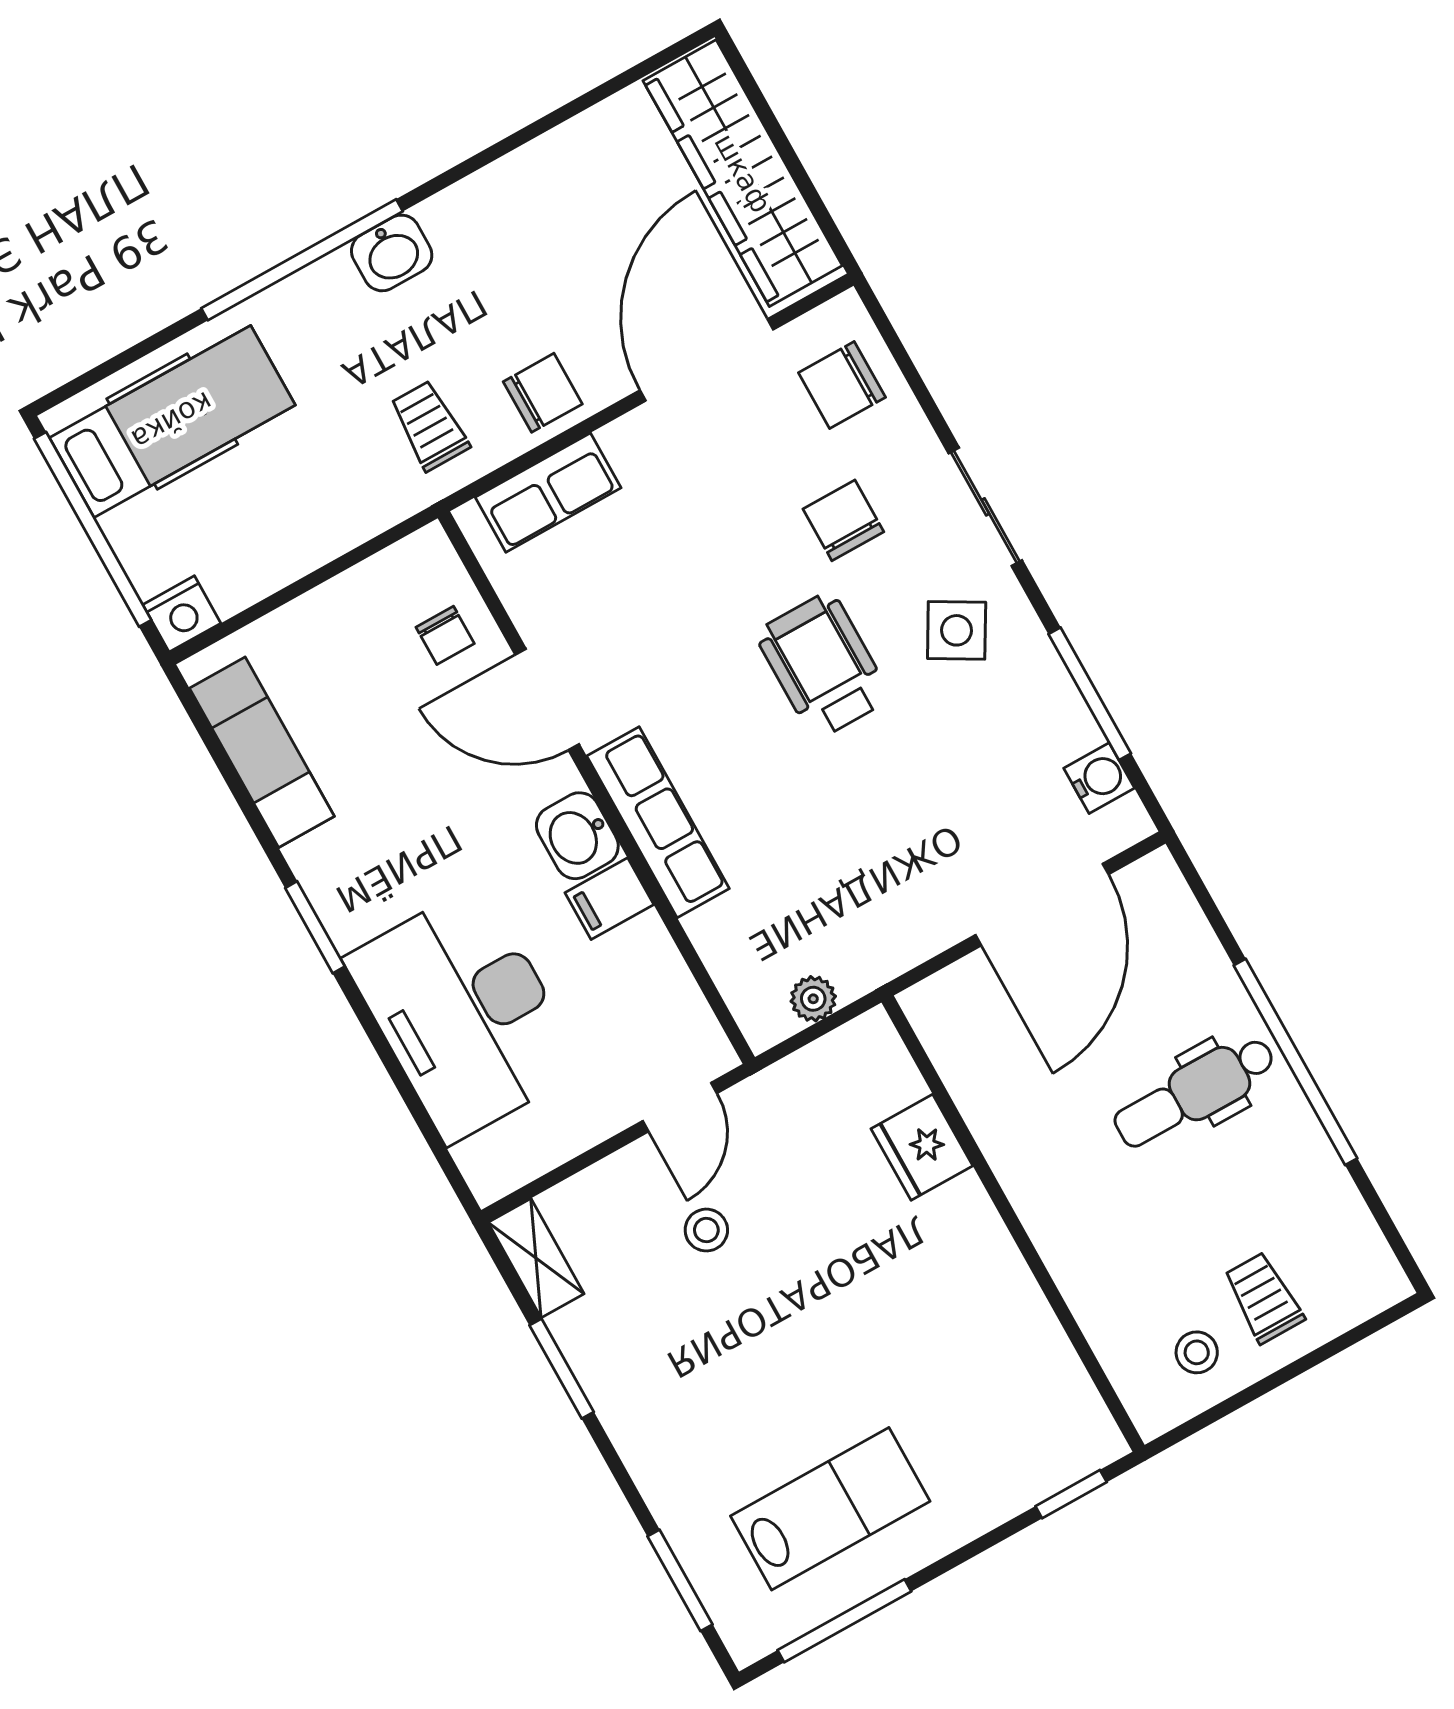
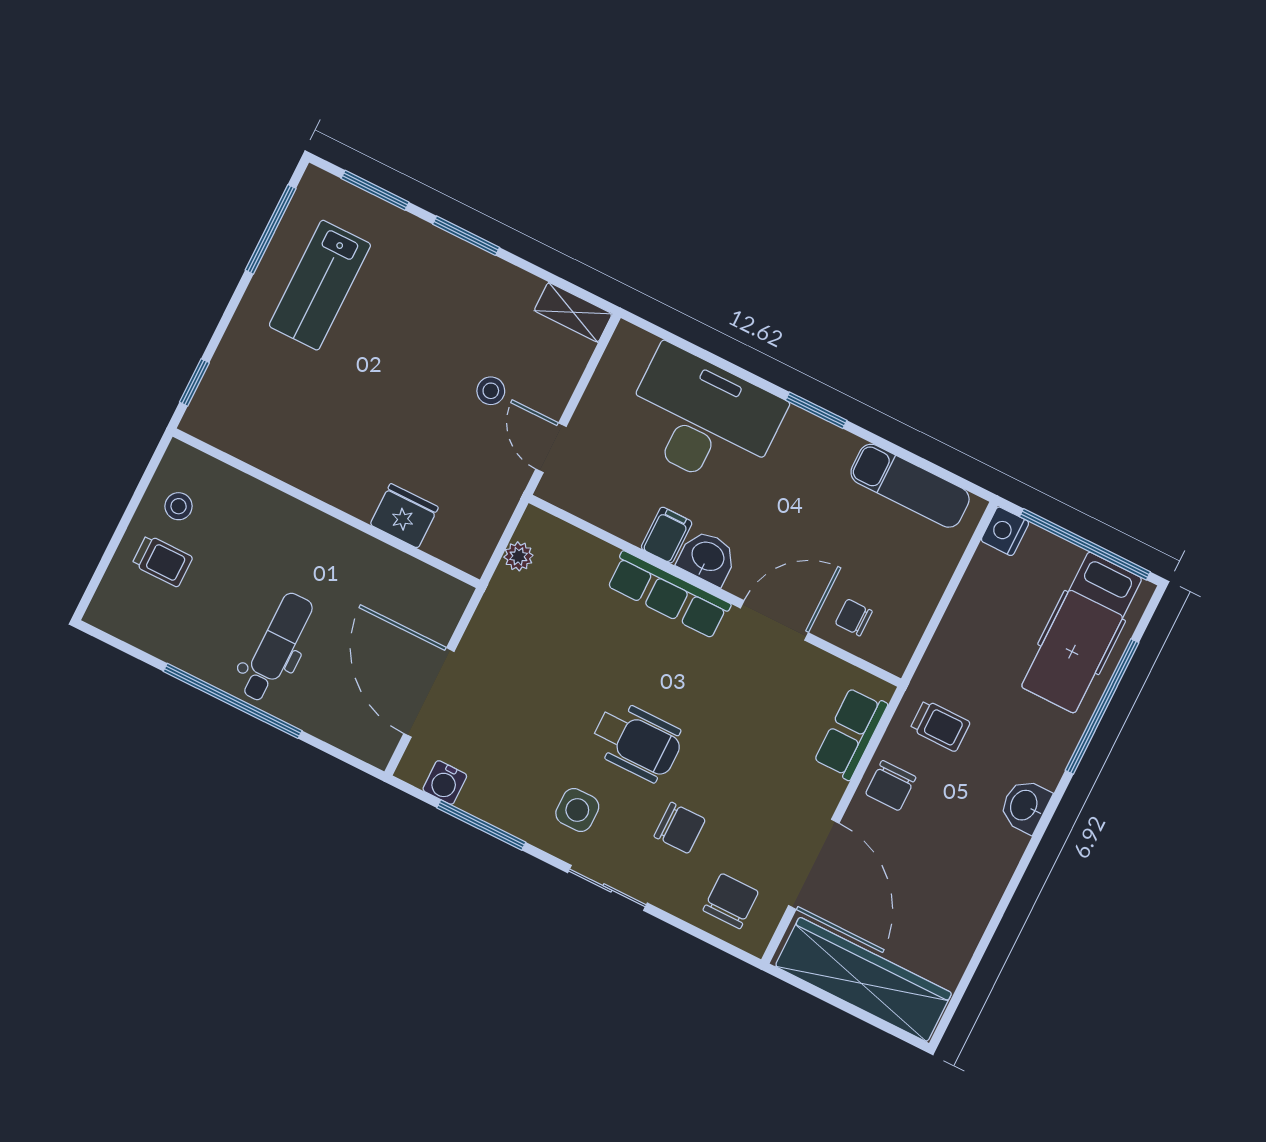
window: (302, 260) -> (1102, 706), moved
side table: (957, 630) -> (577, 810), turned -30
window: (562, 1369) -> (466, 236), moved

